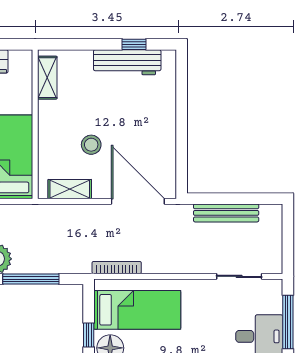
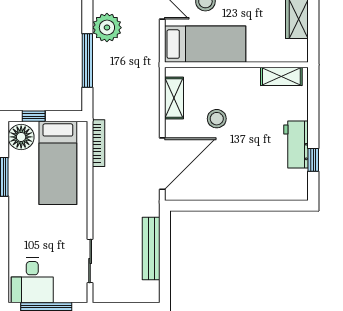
workbench: (127, 62) -> (296, 145), width x0.73

